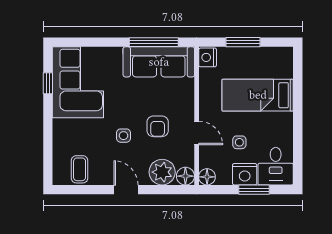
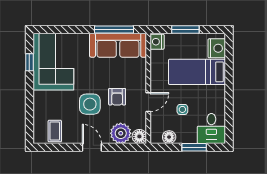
door: (197, 133) -> (148, 102), hinge flipped
side table: (123, 136) -> (90, 104), width x1.87, depth x1.87
nightstand: (245, 174) -> (217, 48), moved, turned -90
floor lamp: (207, 177) -> (169, 137), moved

